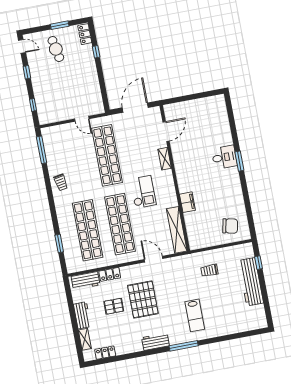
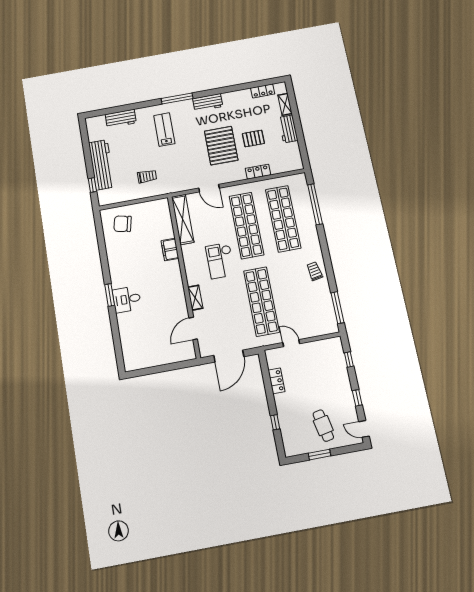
locker: (85, 34) -> (277, 381), moved
window: (59, 243) -> (315, 204), width x2.11
workbench: (86, 281) -> (121, 119), moved, turned 180

